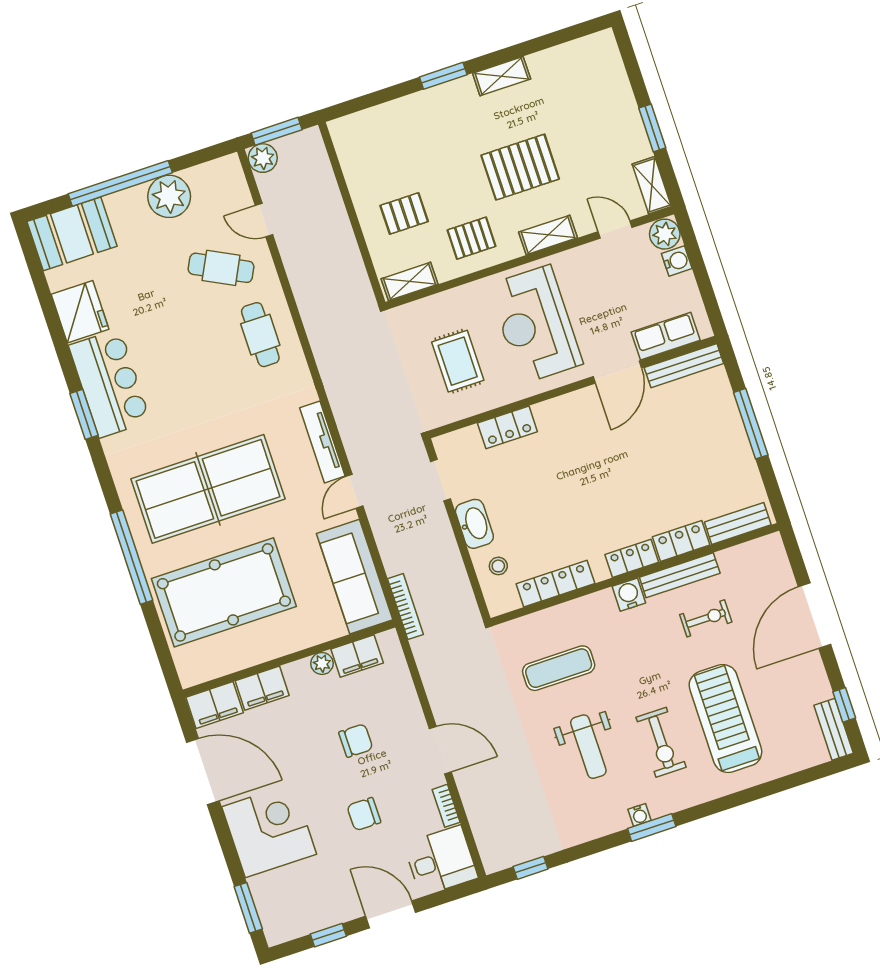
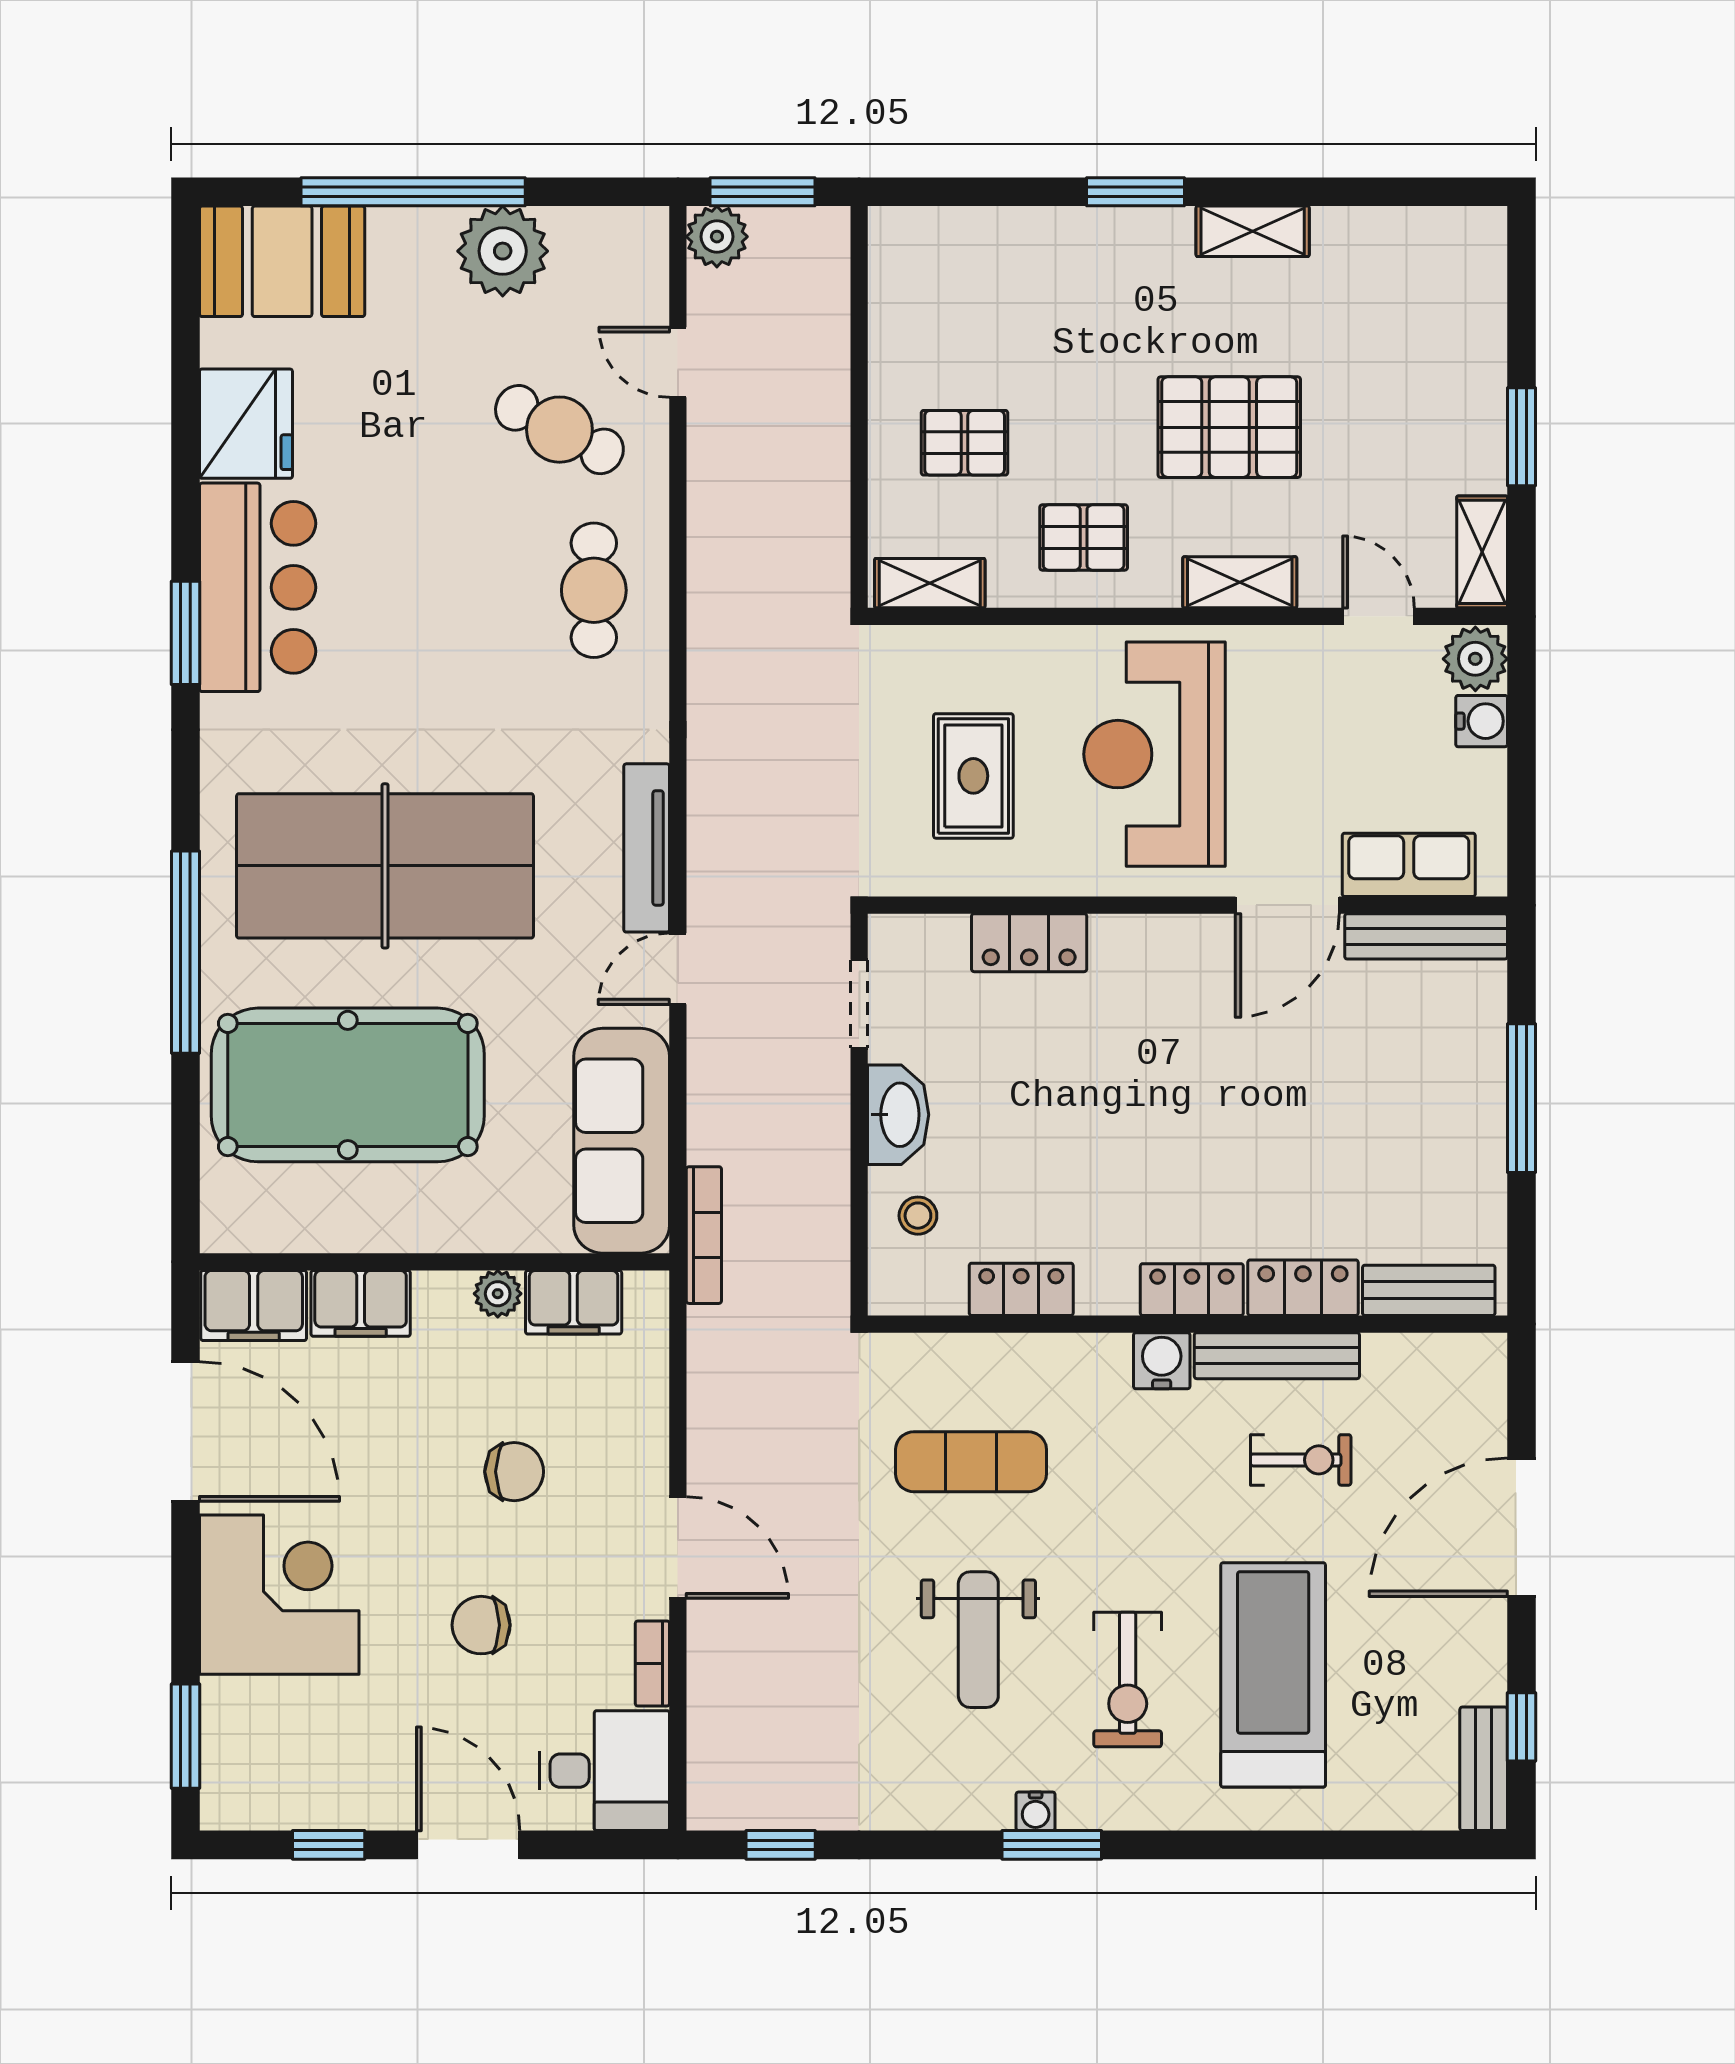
locker: (555, 584) -> (1021, 1289), width x0.66

